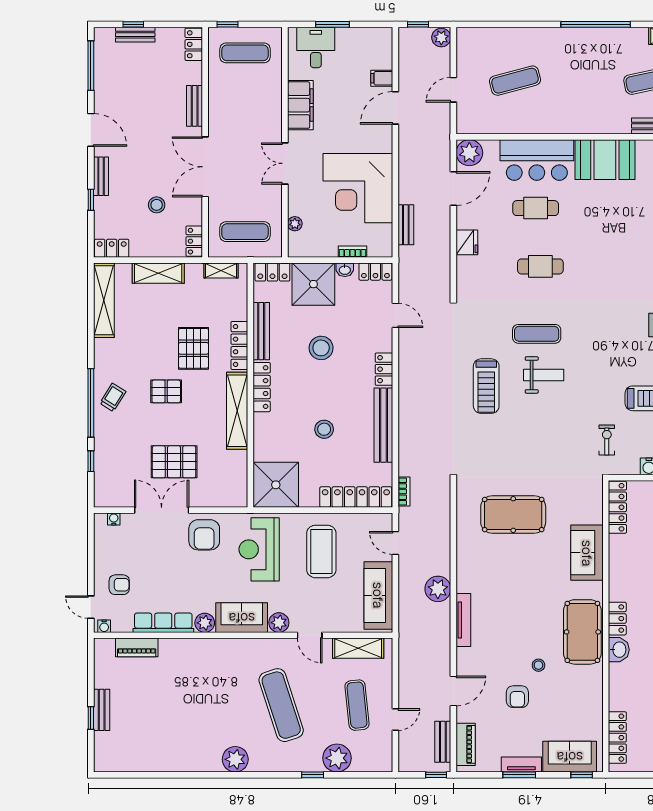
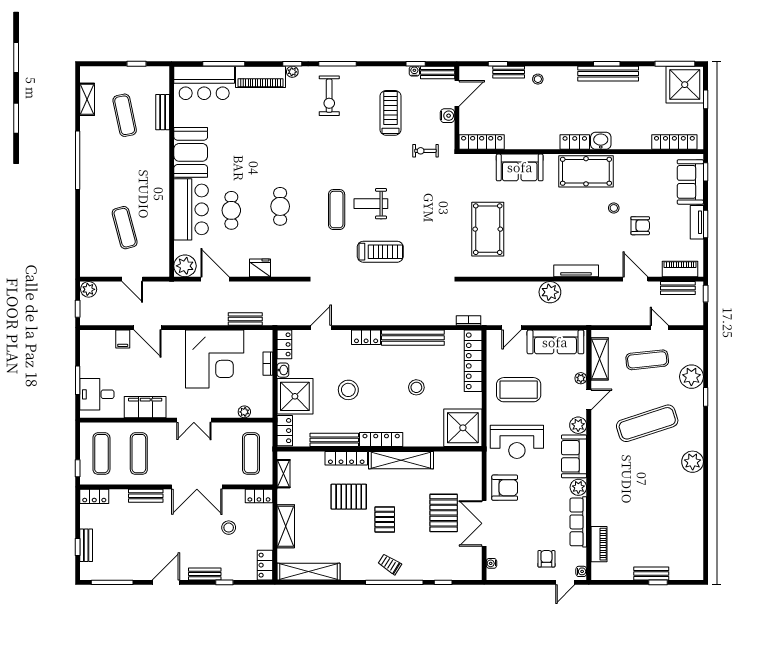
exercise mat: (245, 98) -> (139, 454), added
weight bench: (544, 375) -> (371, 204), turned -90
plant: (335, 626) -> (581, 378), added

